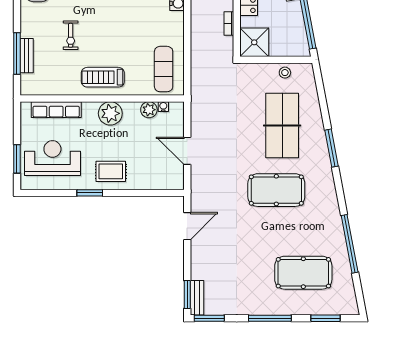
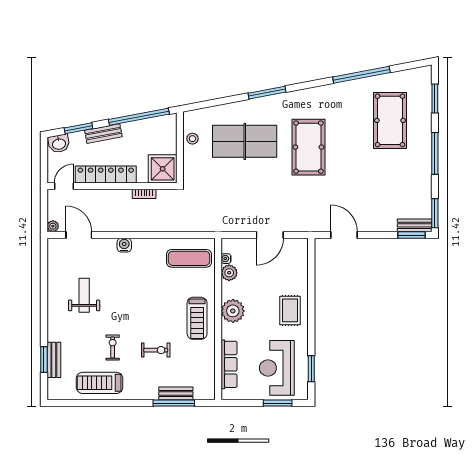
window: (90, 193) -> (311, 369), moved

